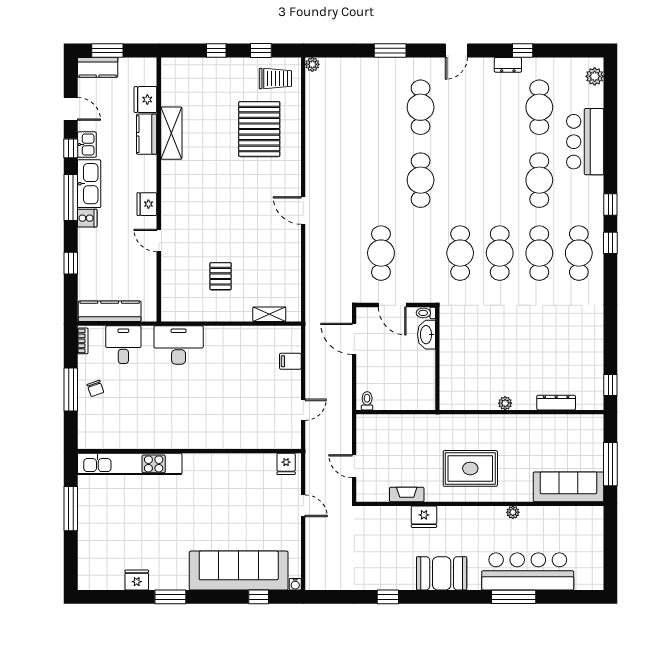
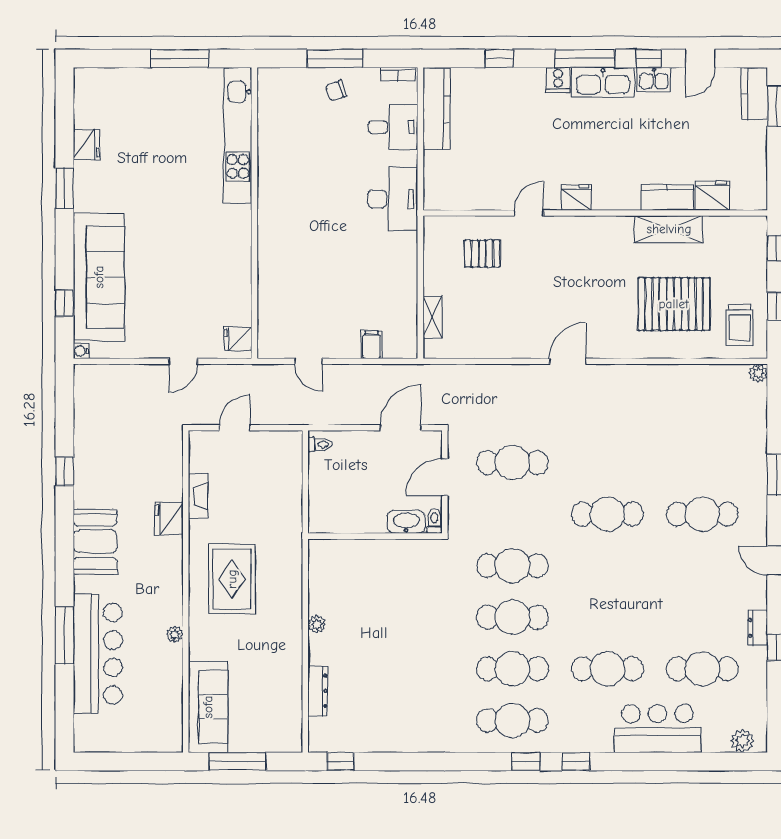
fridge: (145, 100) -> (712, 196), moved
shelving: (171, 133) -> (669, 229), moved
kitchen counter: (147, 134) -> (667, 197), moved
wall: (159, 189) -> (595, 213), moved
fridge: (147, 204) -> (576, 198), moved
door: (159, 240) -> (529, 213), moved

